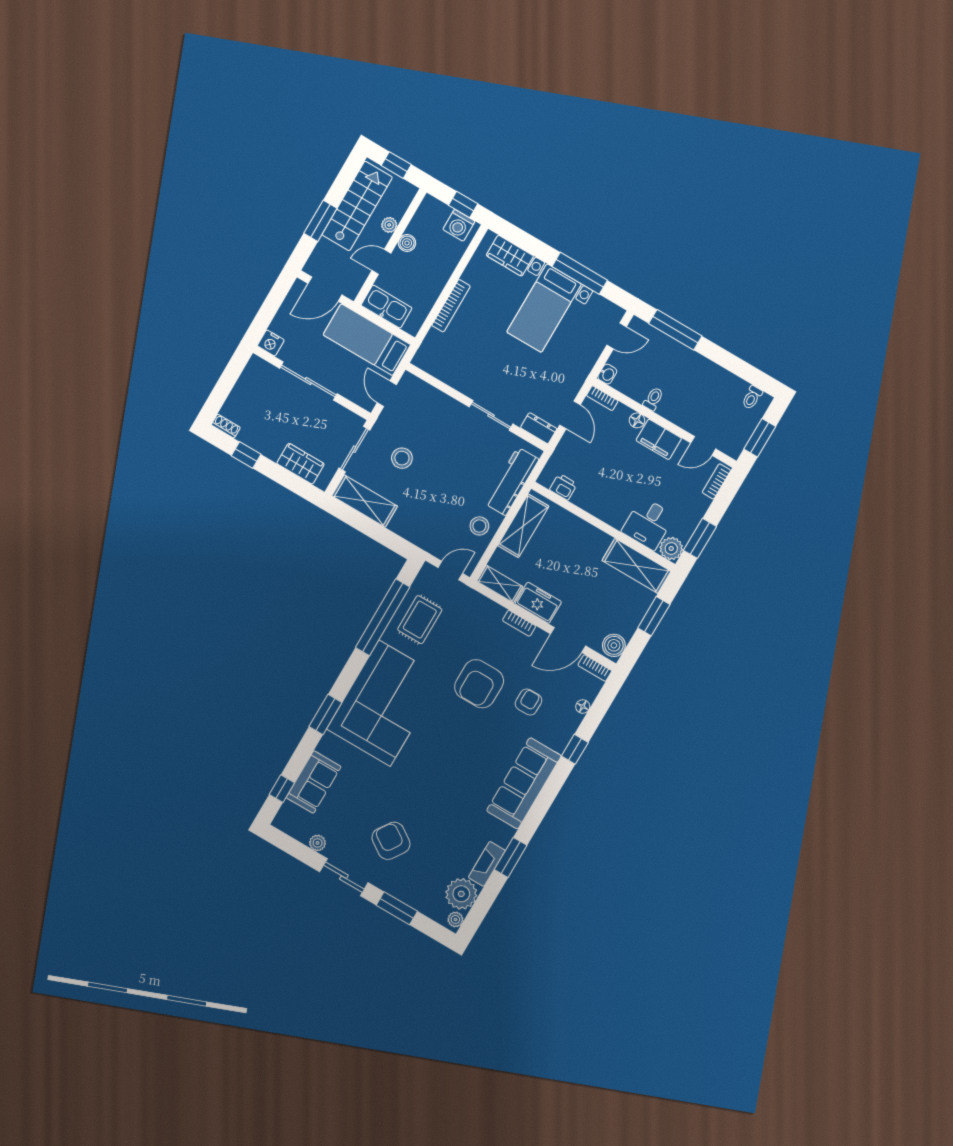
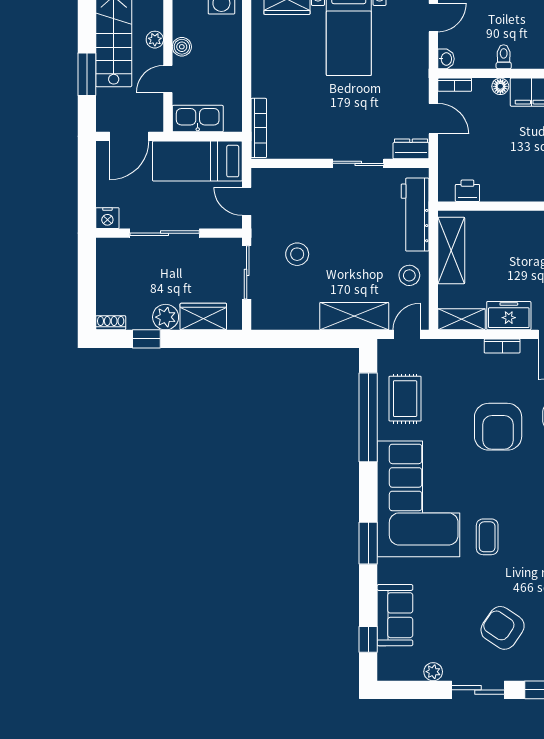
bookcase: (451, 306) -> (259, 128), moved
plant: (271, 447) -> (166, 317), added
shelving: (365, 501) -> (354, 316), moved
coffee table: (421, 764) -> (487, 537), added

